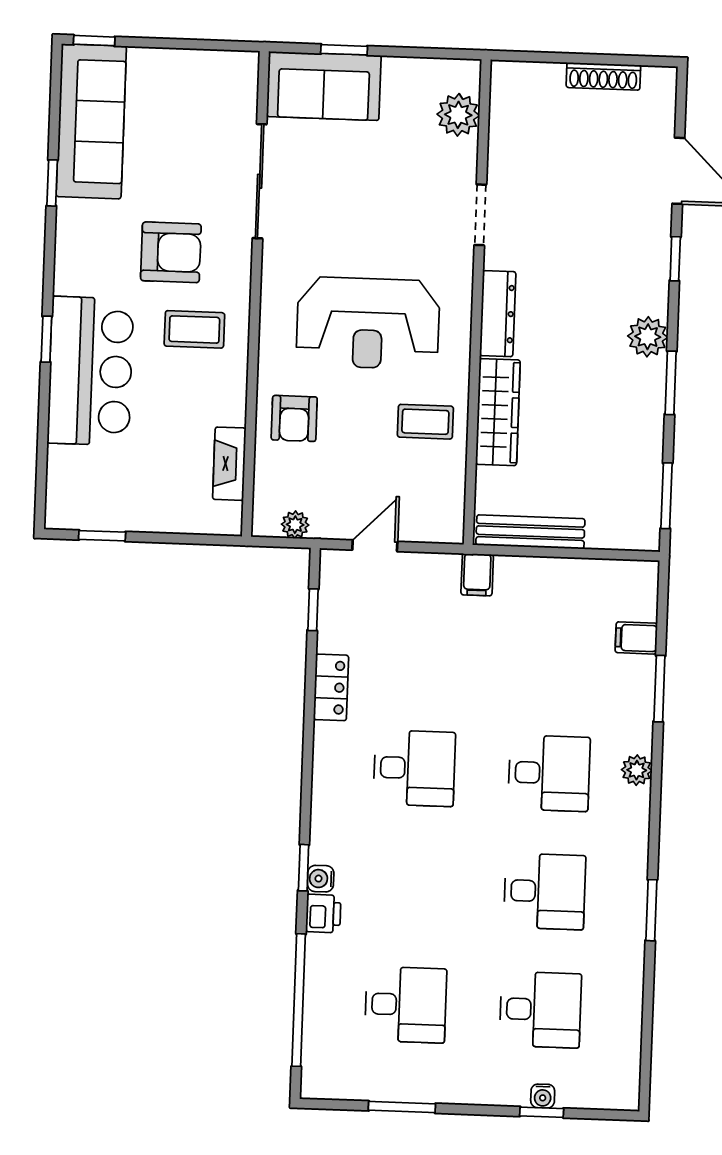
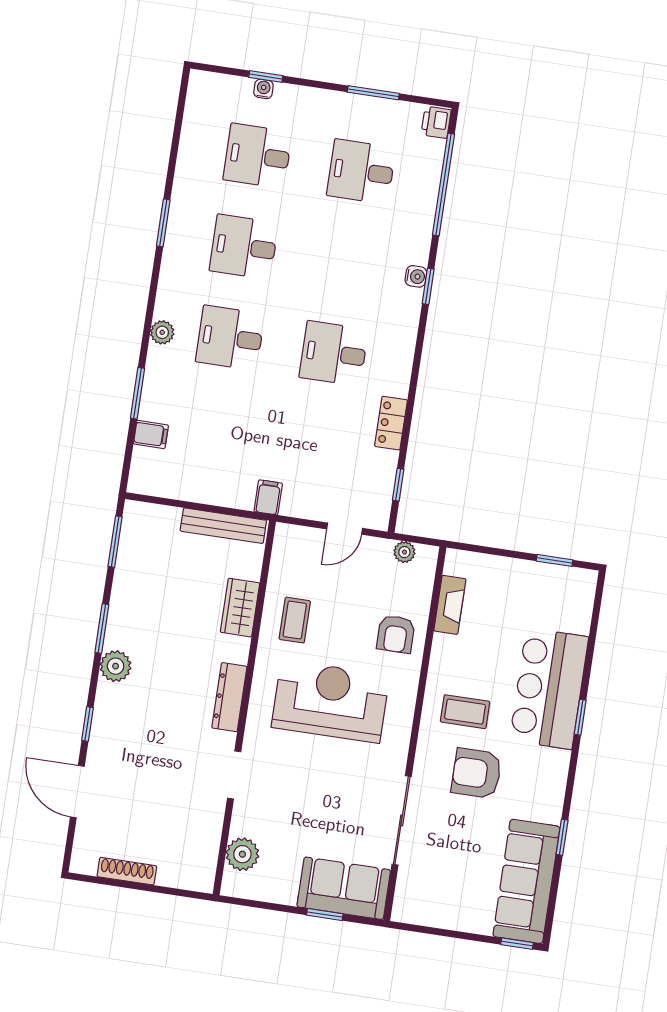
wardrobe: (498, 412) -> (240, 608), width x0.67
armchair: (294, 418) -> (396, 634), turned 180
coffee table: (425, 422) -> (295, 620), turned 90
printer: (323, 914) -> (436, 122), moved

